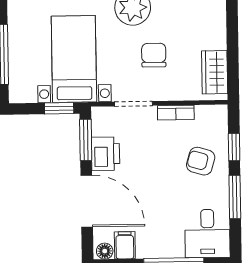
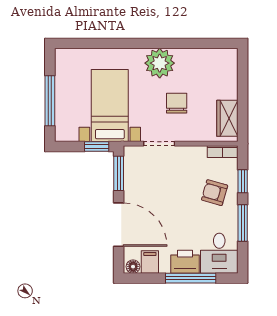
bookcase: (176, 113) -> (223, 152), moved
printer: (105, 154) -> (185, 262), moved, turned -90

